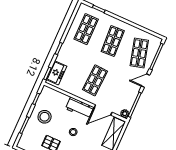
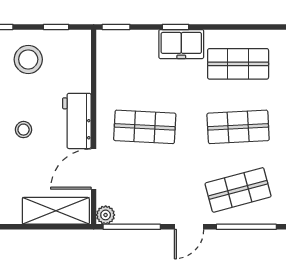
freezer: (56, 73) -> (181, 44), moved
door: (146, 81) -> (189, 227), swing flipped
door: (103, 110) -> (94, 169), hinge flipped

